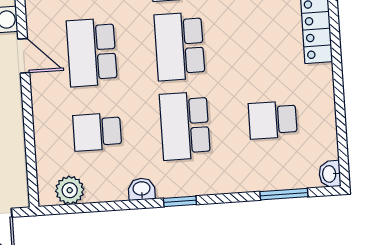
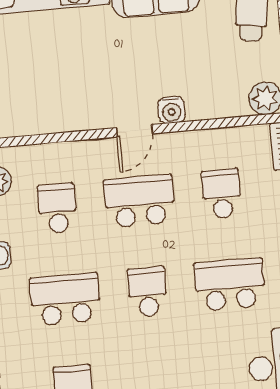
school desk: (179, 46) -> (148, 292), width x0.54

